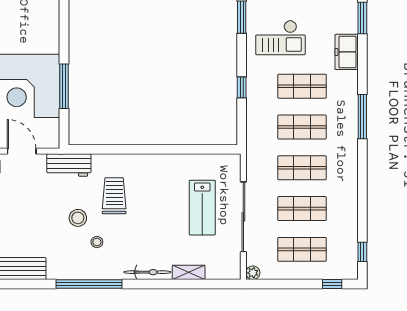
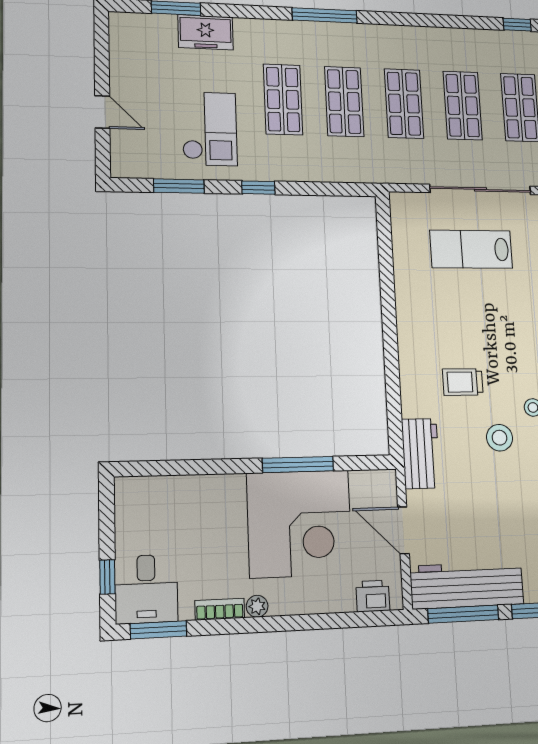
freezer: (347, 52) -> (206, 32), moved
window: (242, 87) -> (258, 188), moved
door: (22, 151) -> (403, 530), hinge flipped
trolley: (114, 196) -> (463, 382), width x0.73, depth x0.72
lab bench: (202, 208) -> (471, 249), turned 180

